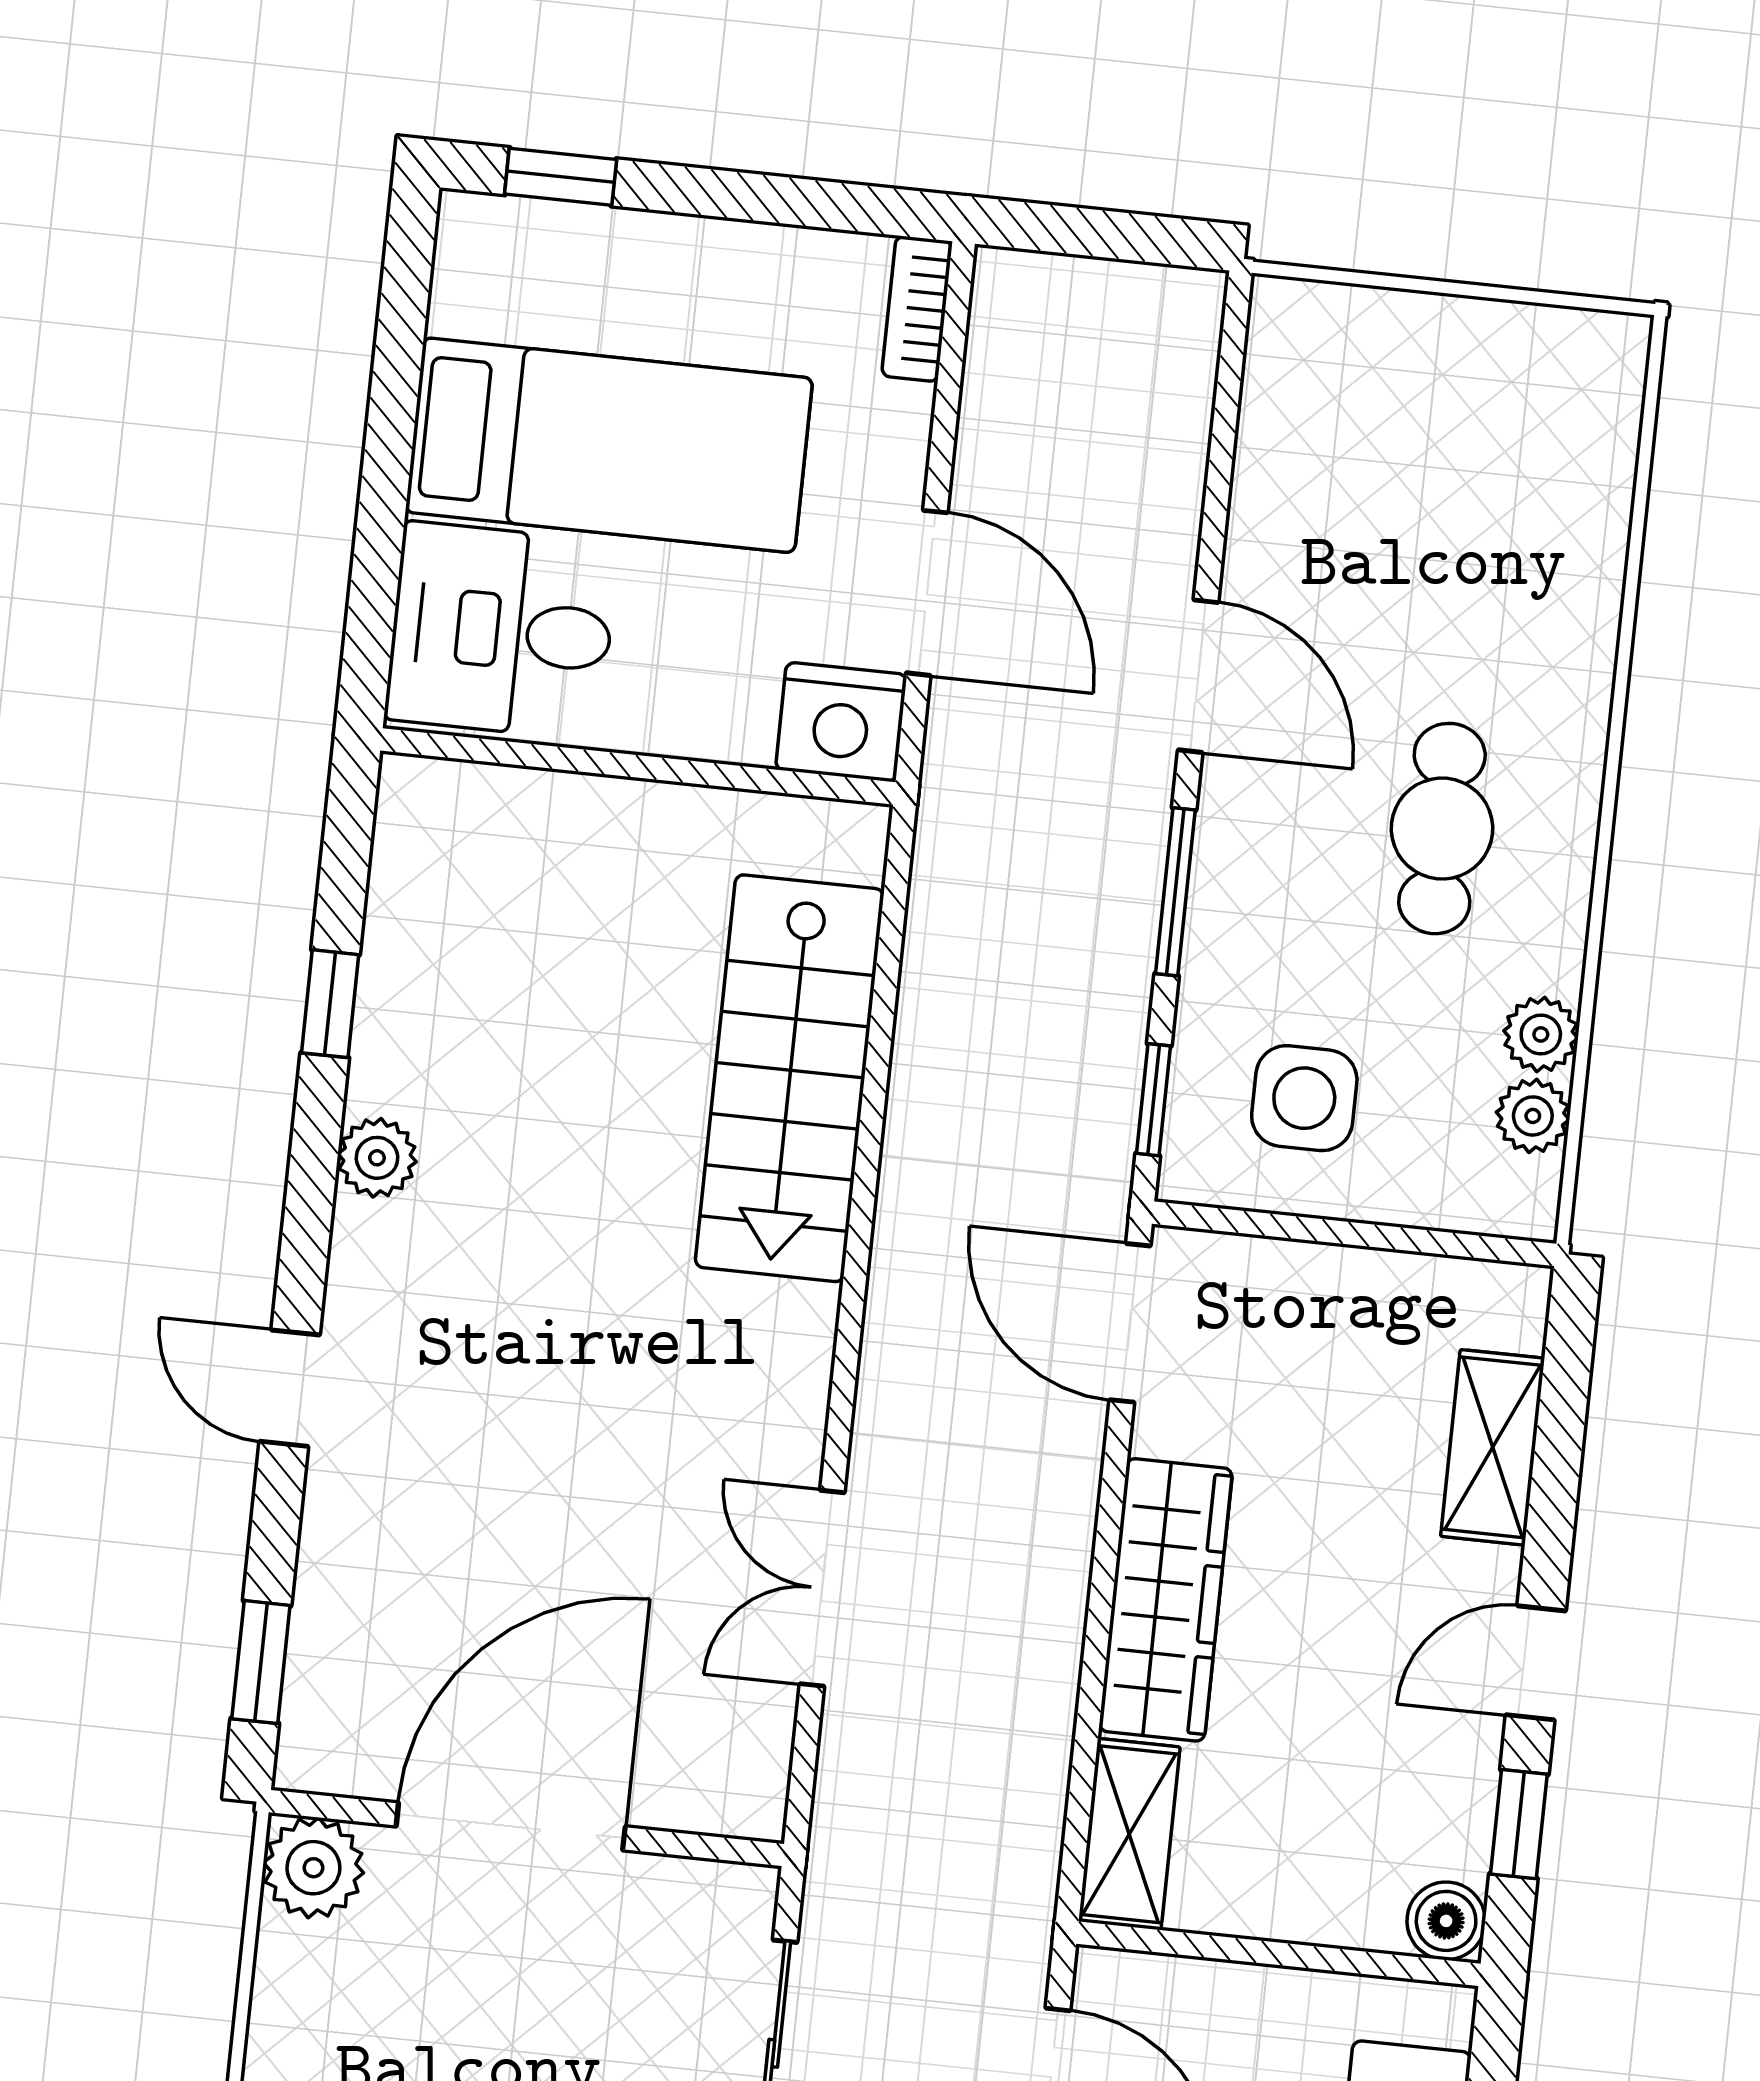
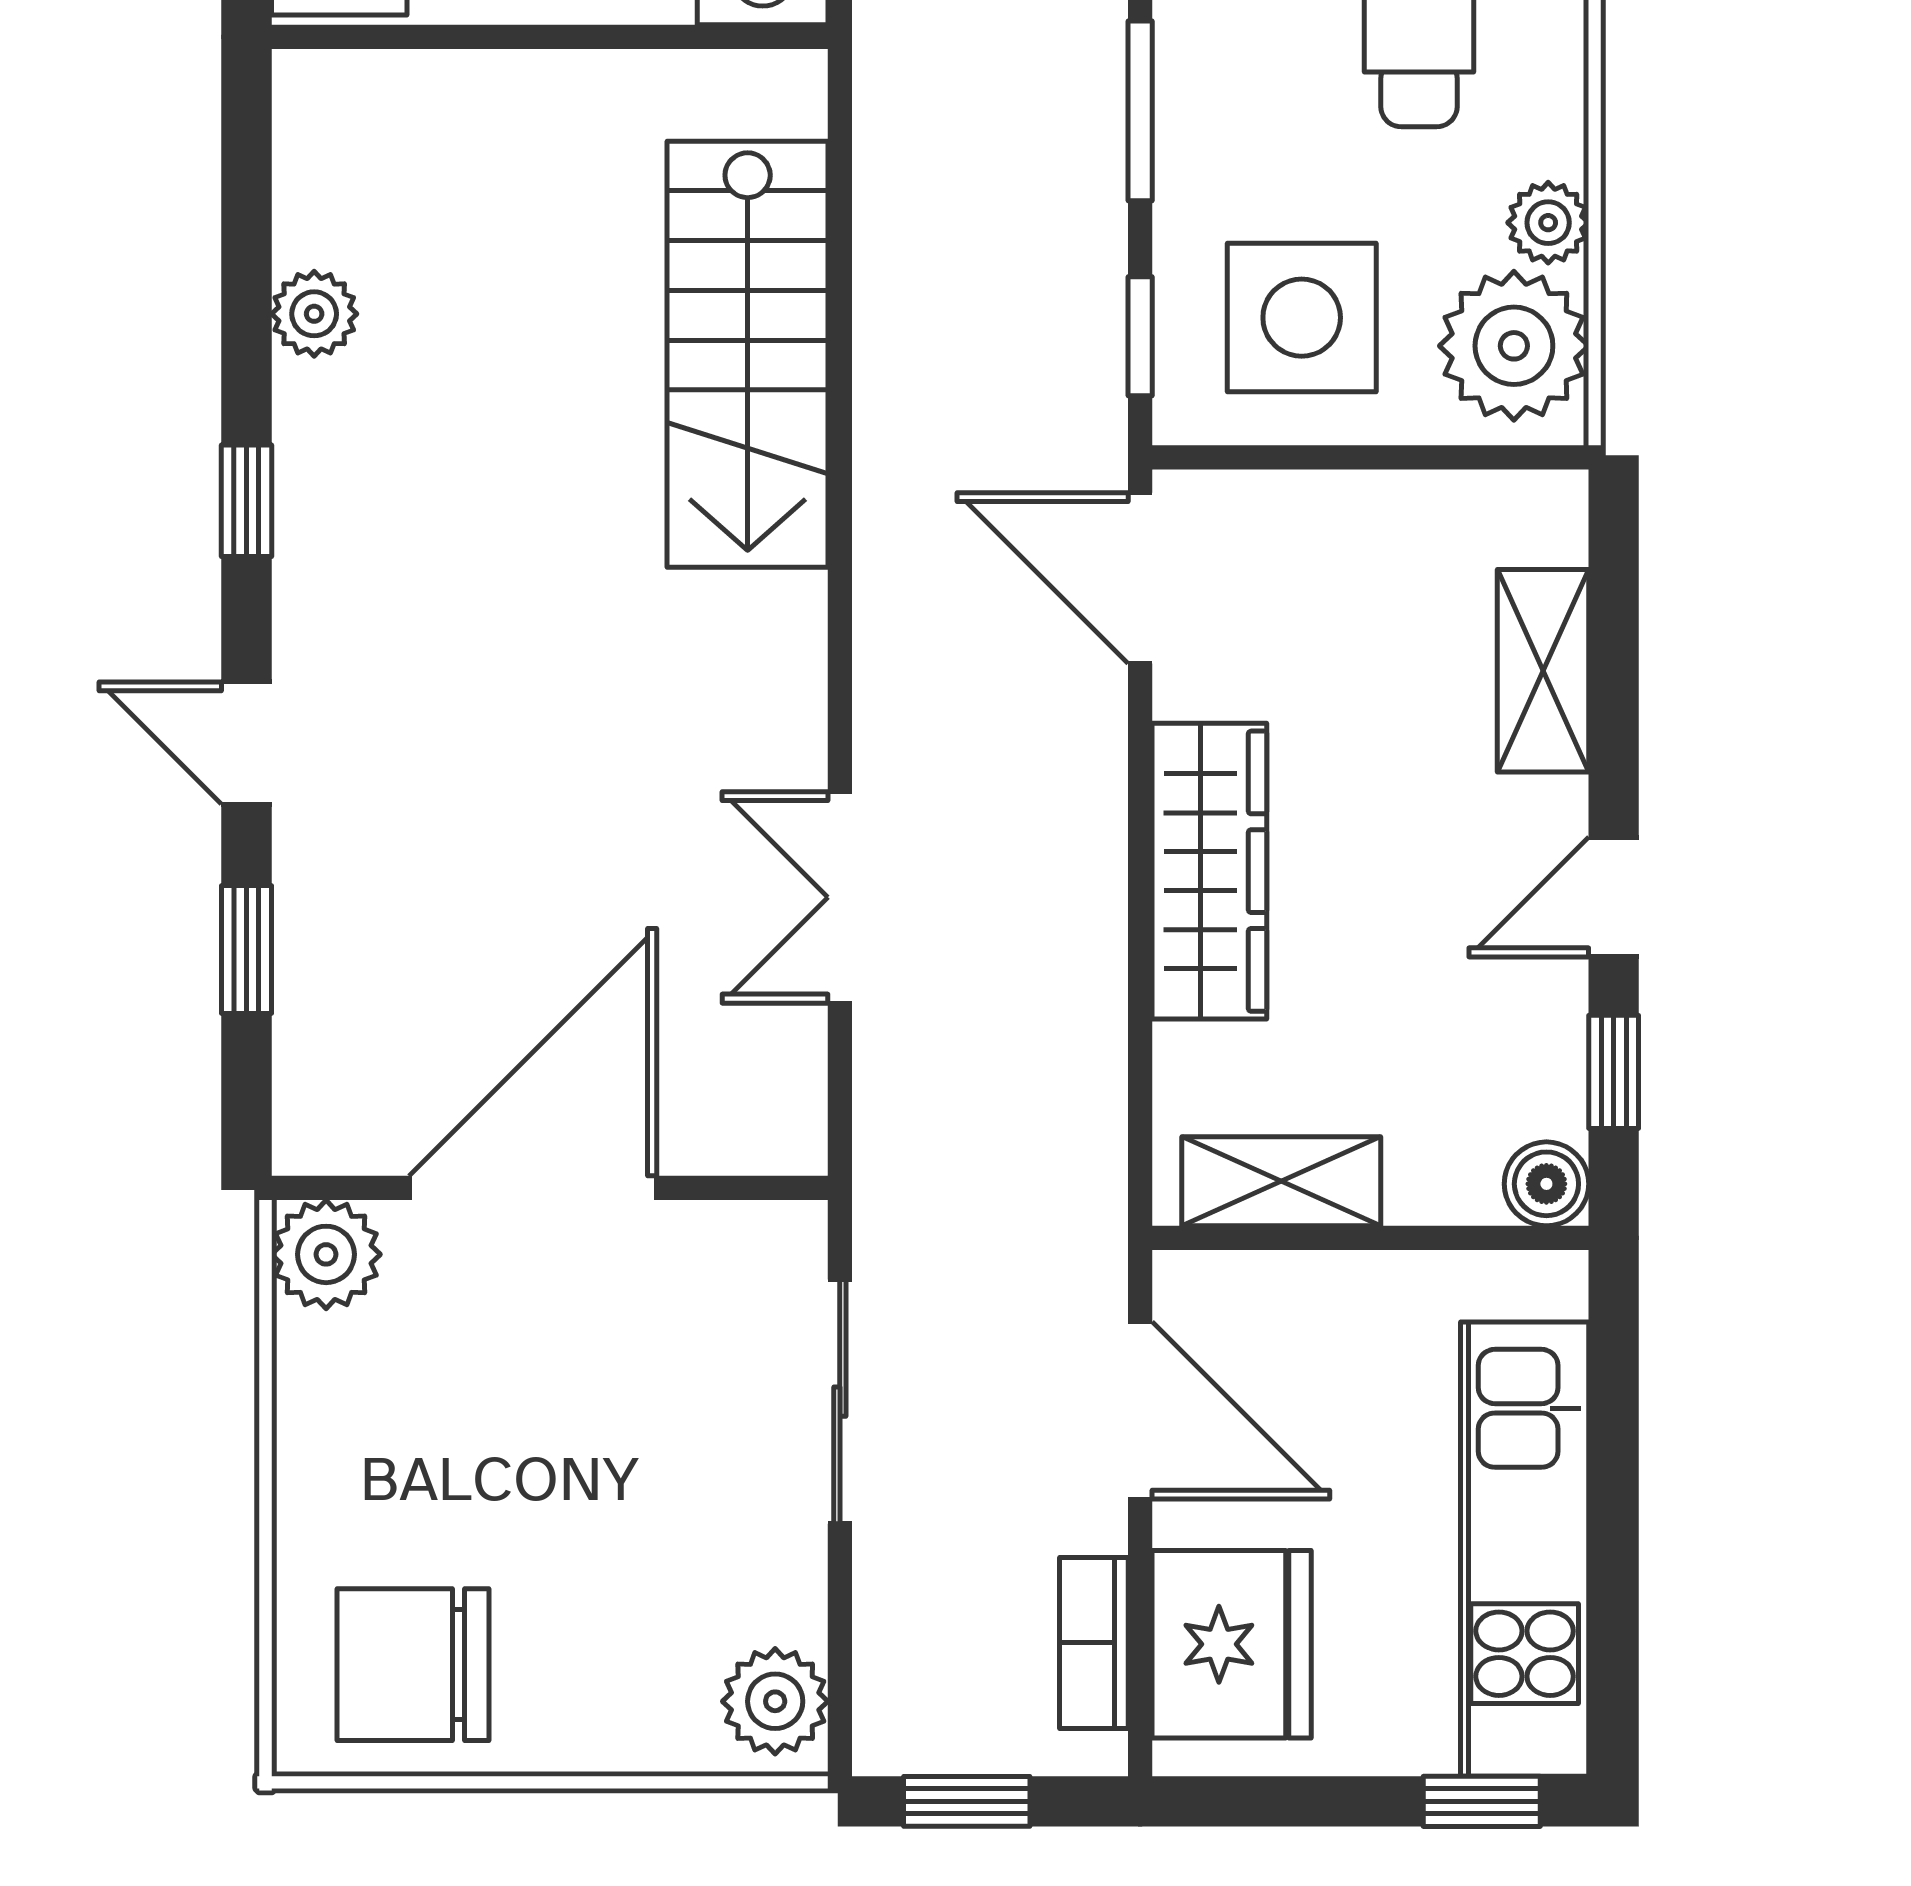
window: (330, 1004) -> (246, 501), moved
side table: (1304, 1098) -> (1302, 318), width x1.37, depth x1.37
plant: (1533, 1116) -> (1514, 346), width x1.87, depth x1.87
plant: (377, 1158) -> (314, 314), moved
window: (261, 1662) -> (246, 949), moved
shelving: (1129, 1834) -> (1281, 1181), moved, turned 90

